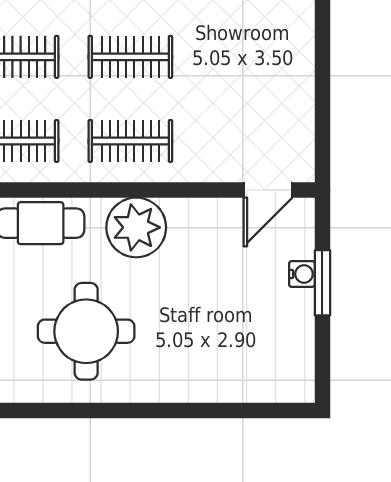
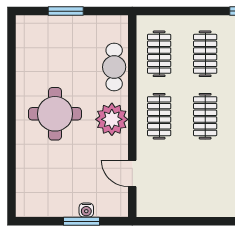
door: (268, 190) -> (132, 173), moved
round table: (86, 331) -> (55, 114), moved

